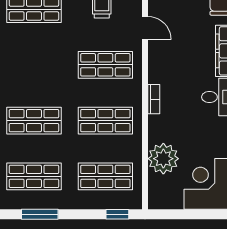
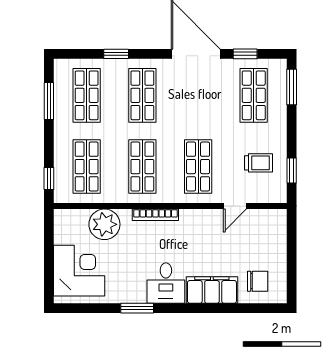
bookcase: (154, 99) -> (155, 215), width x1.56

